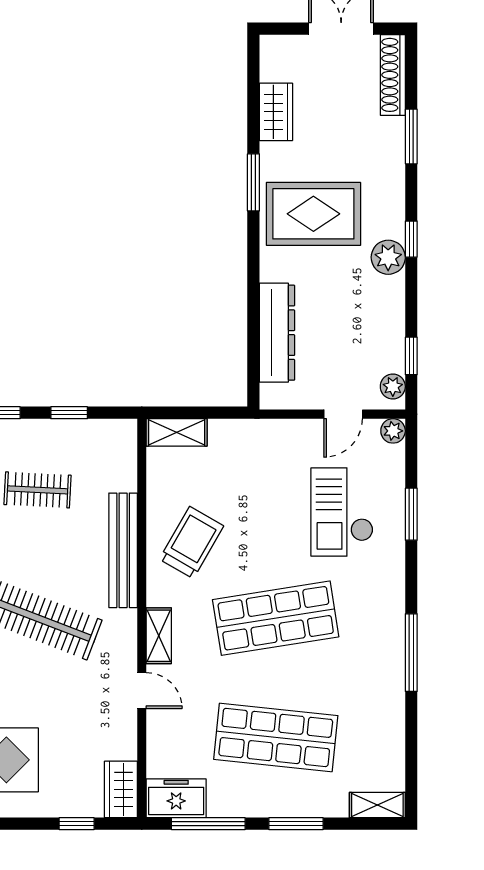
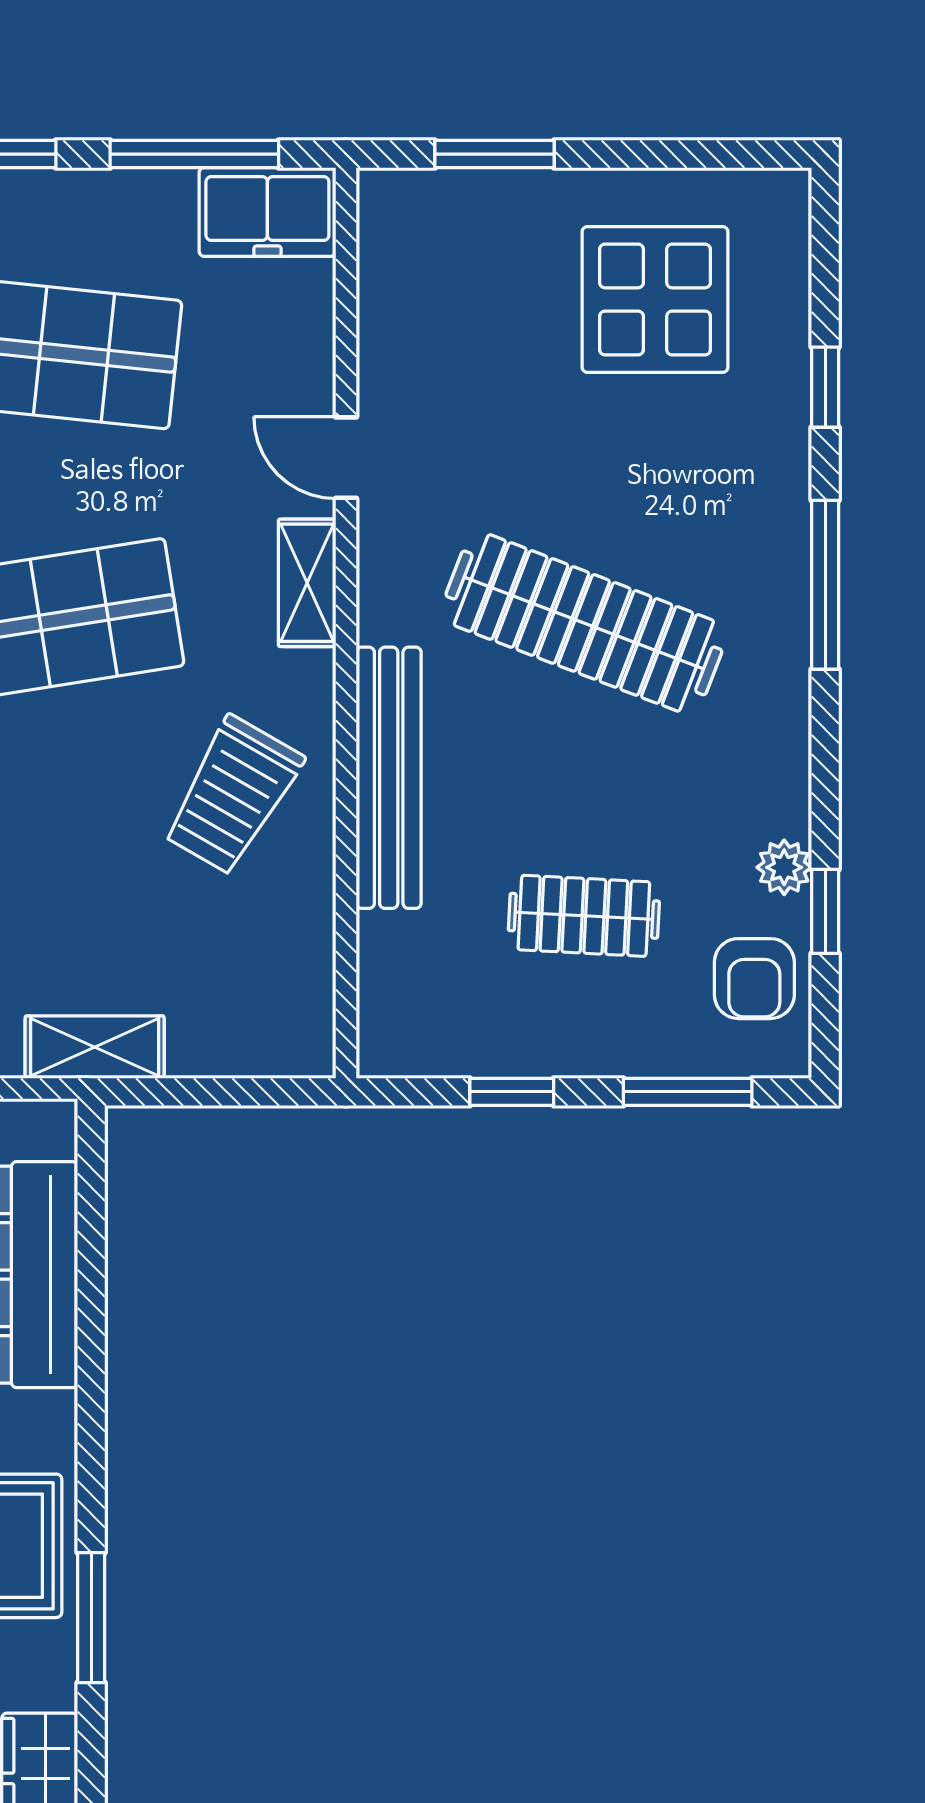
shelving: (177, 432) -> (95, 1047), moved
wardrobe: (121, 789) -> (394, 232), removed
window: (77, 824) -> (495, 154), width x1.50

